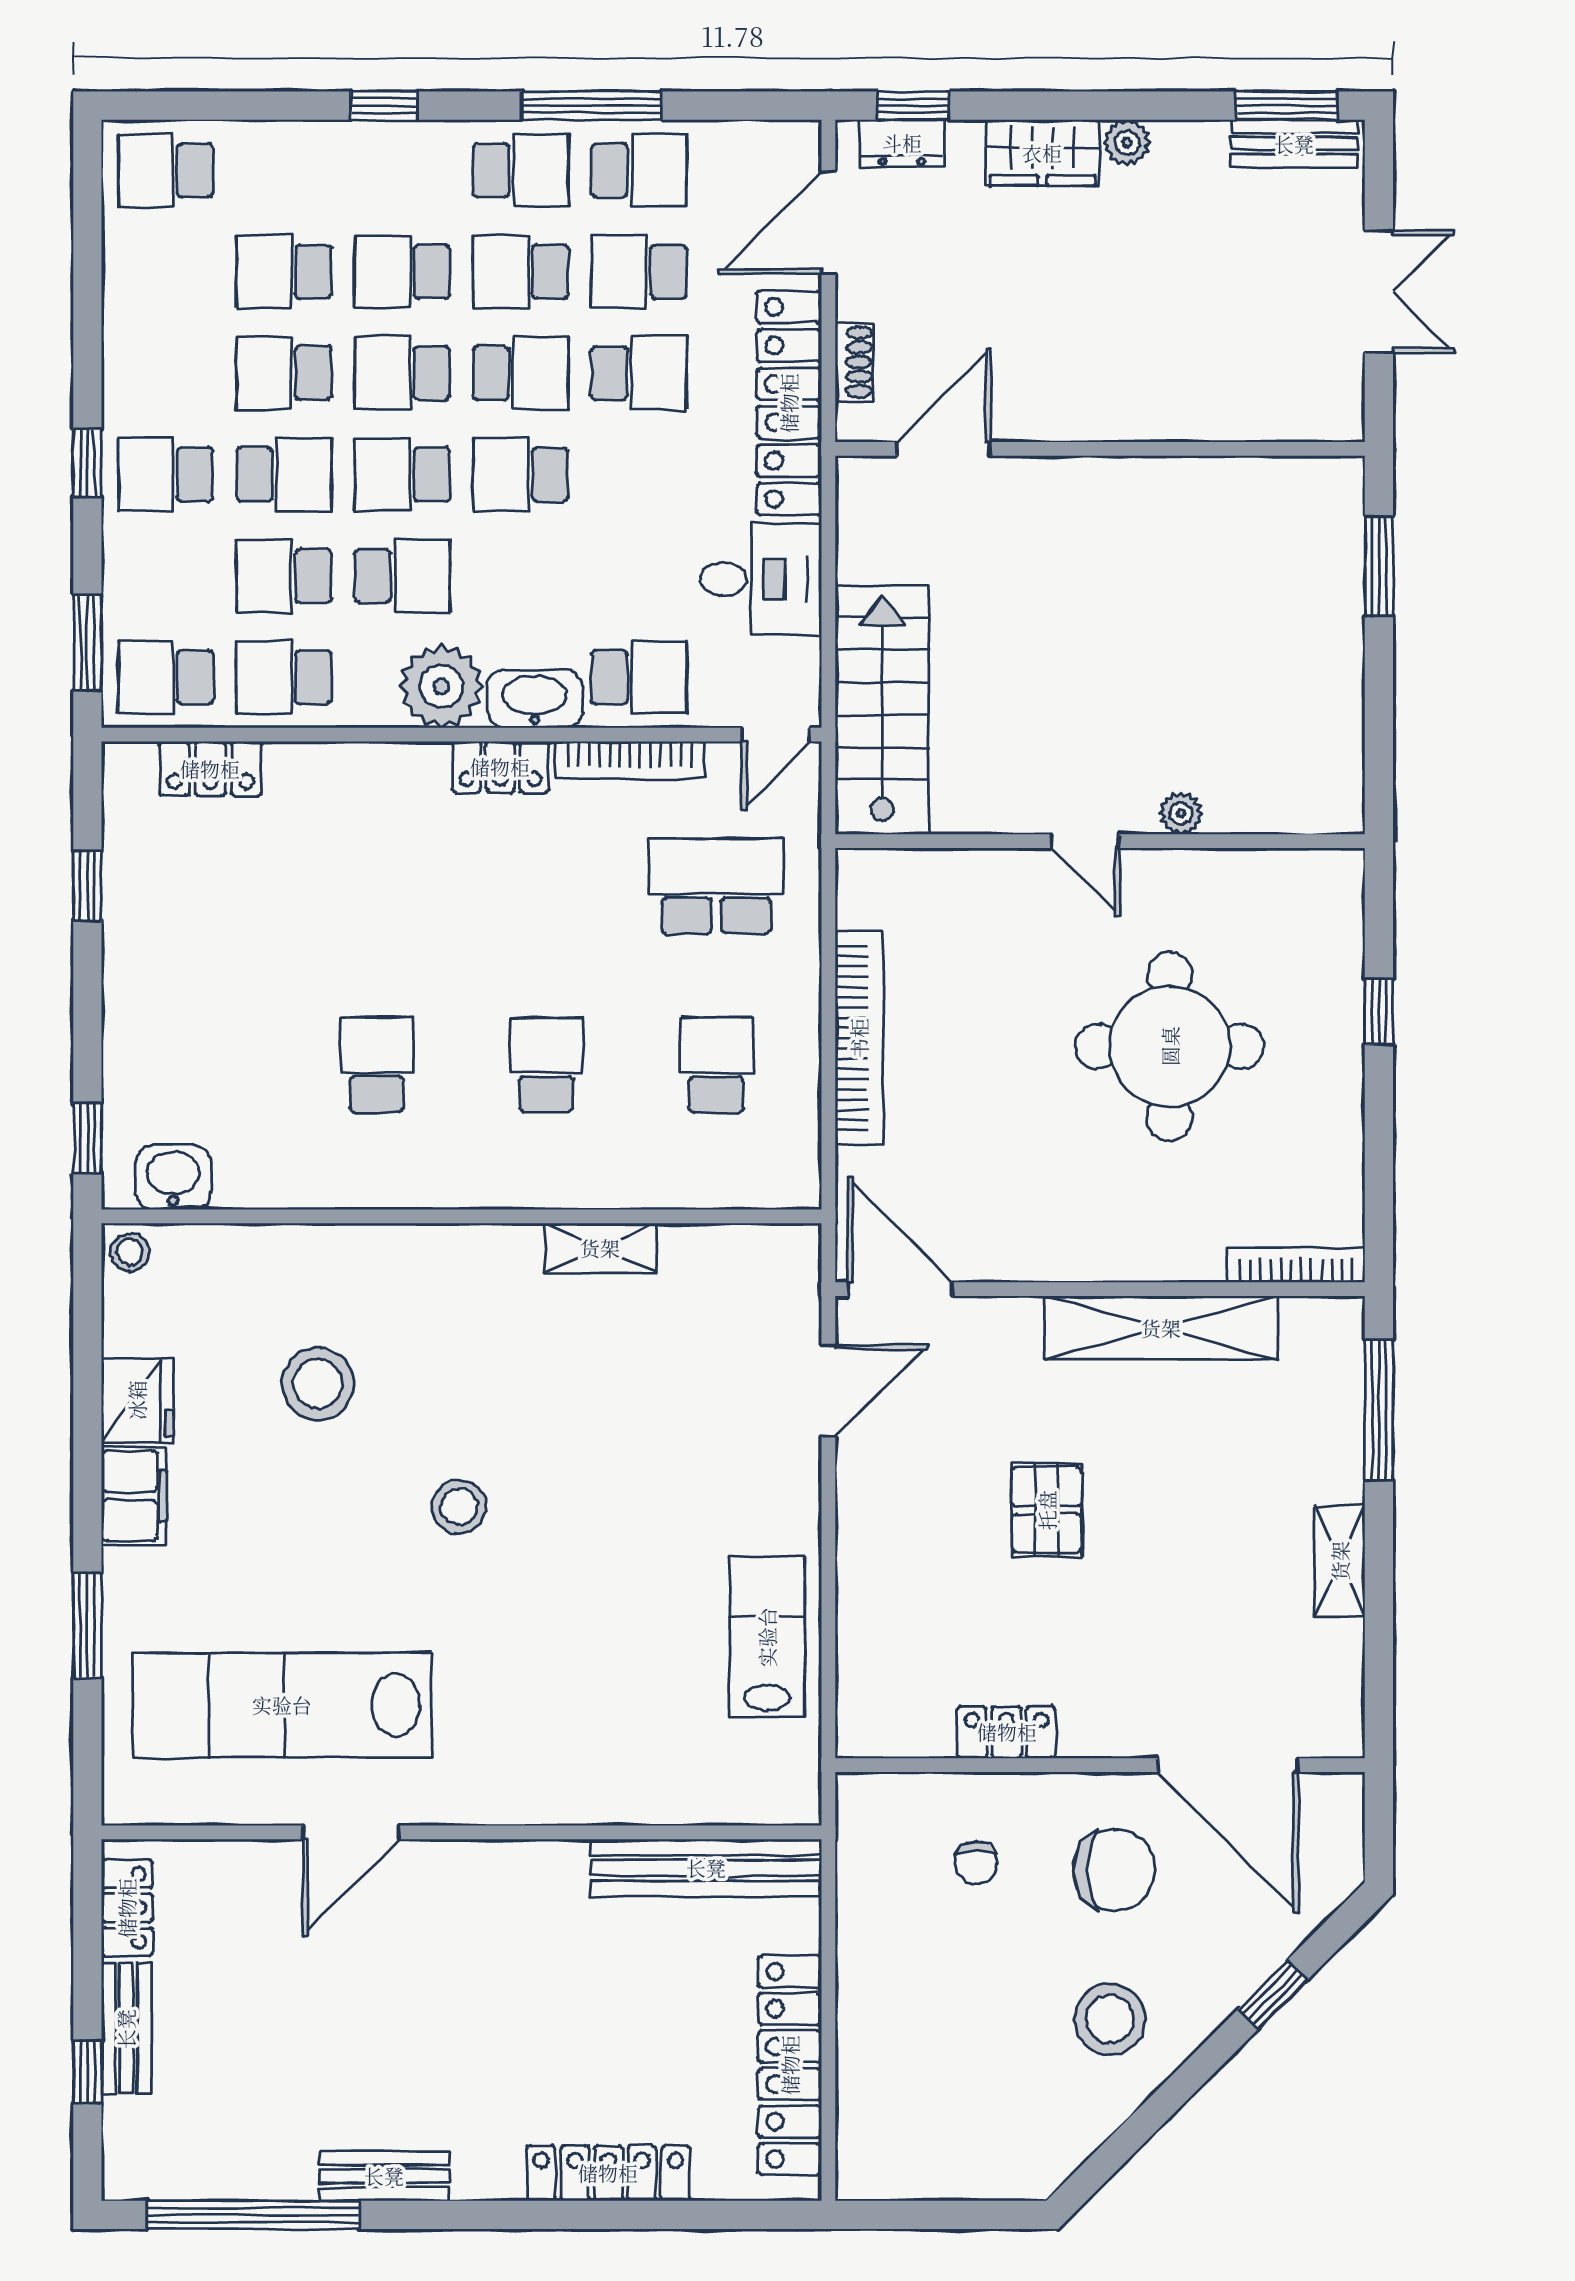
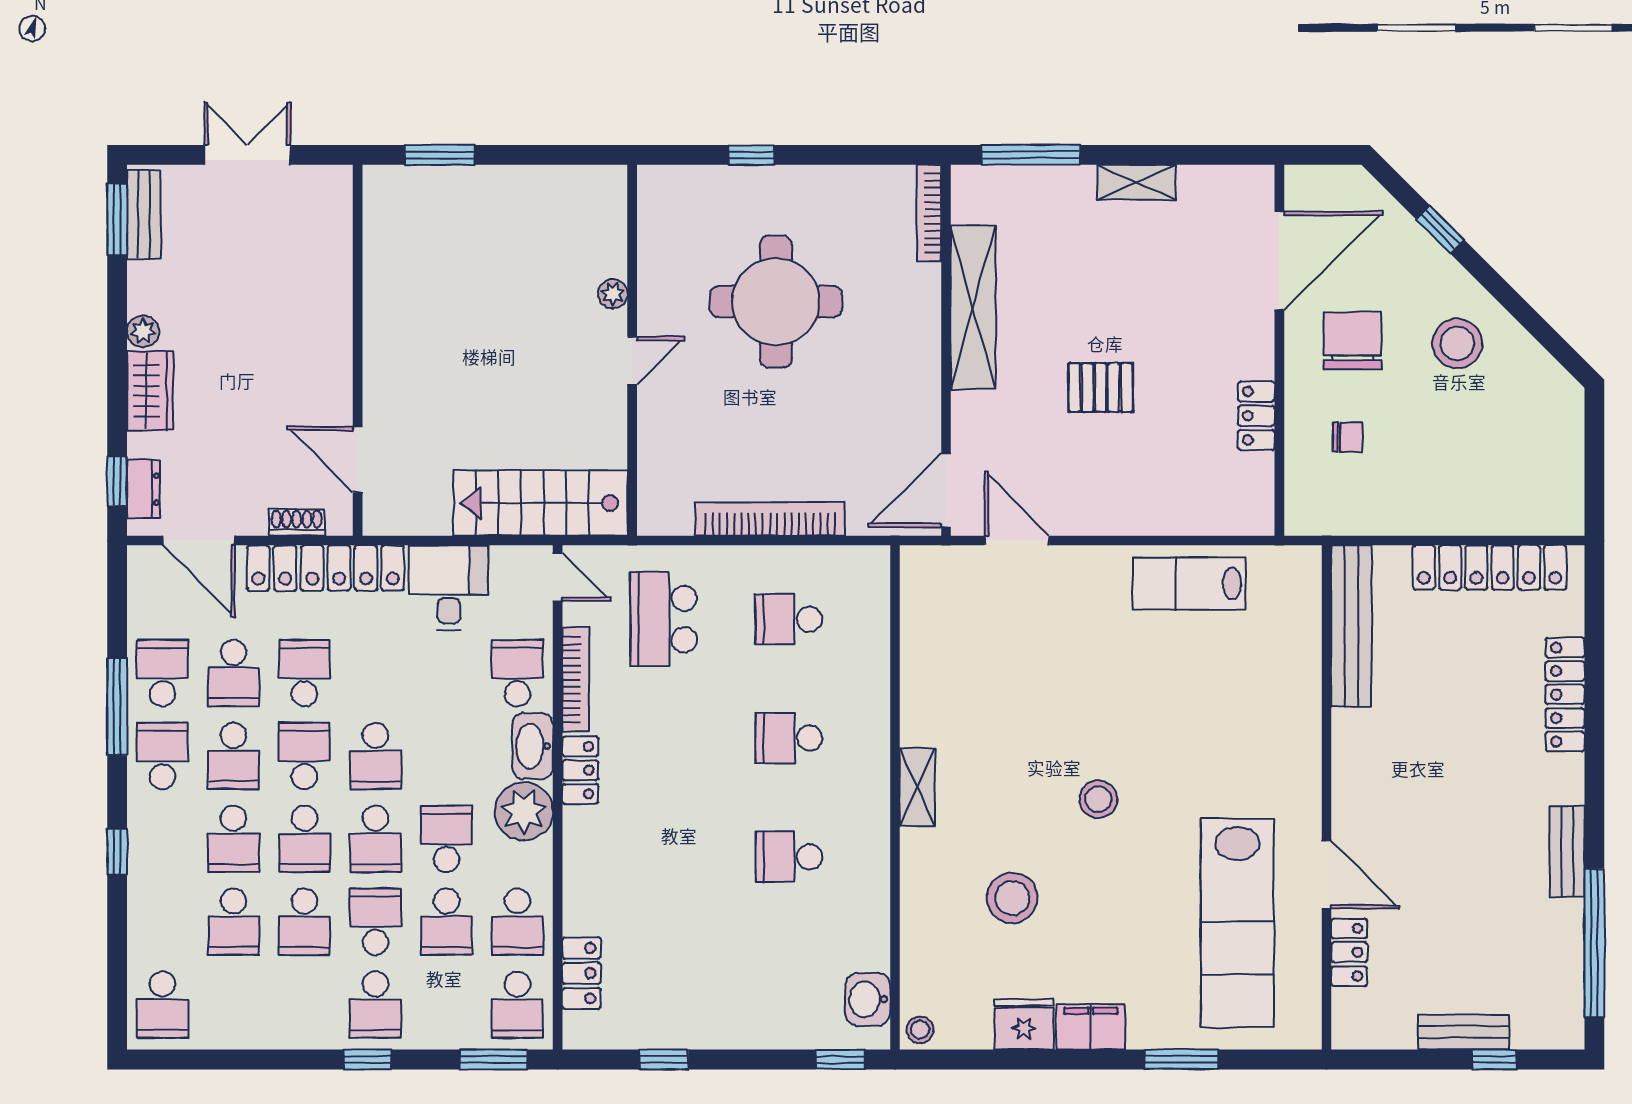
shelving: (600, 1248) -> (917, 787), moved
locker: (127, 1908) -> (1349, 952), moved, turned 90

